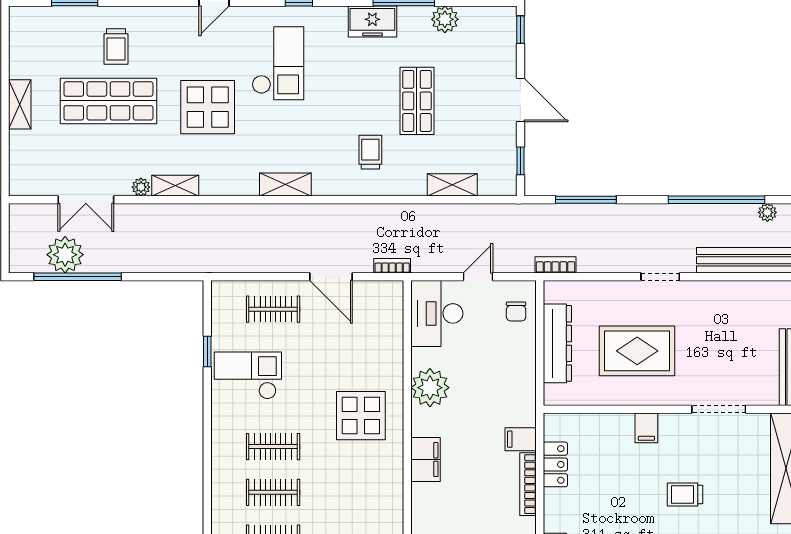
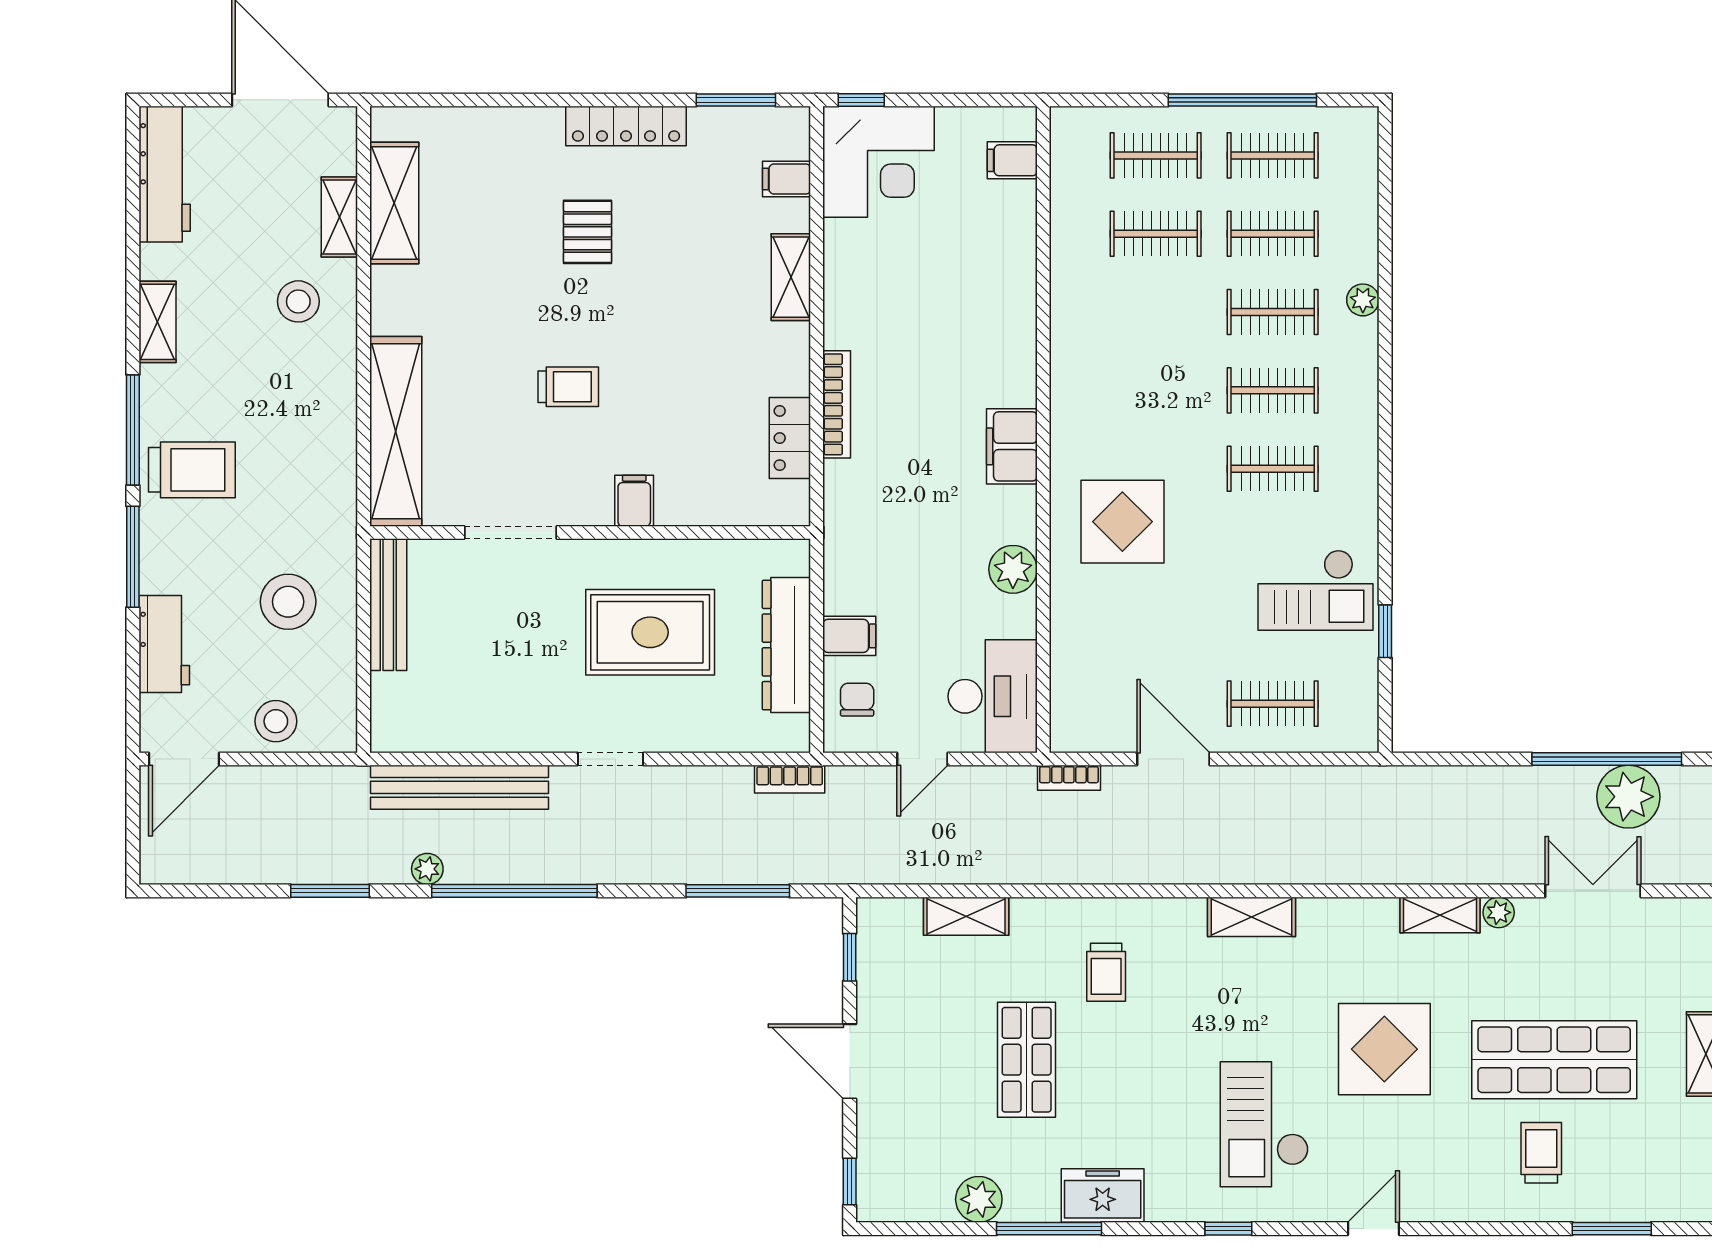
plant: (430, 388) -> (1013, 569), width x0.73, depth x0.73
filing cabinet: (521, 439) -> (849, 636), moved

